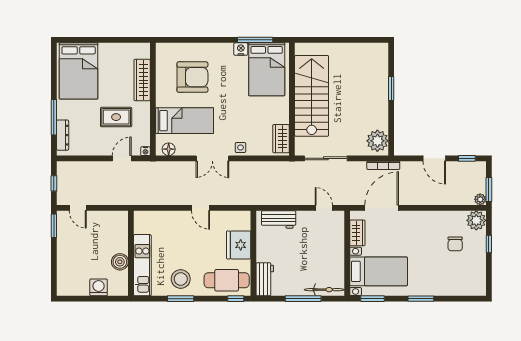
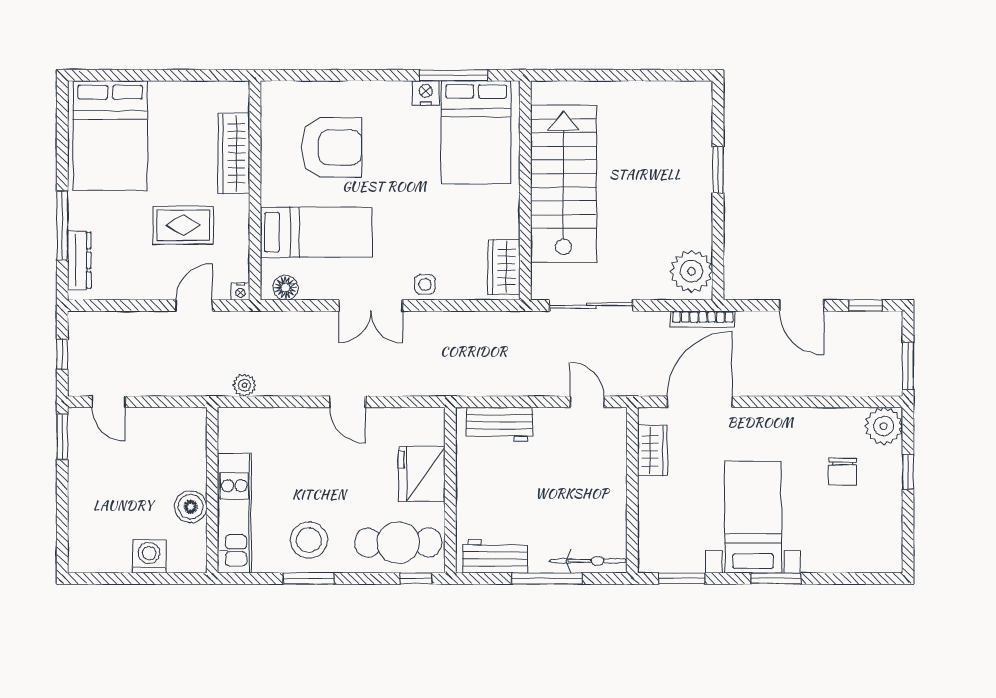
plant: (480, 199) -> (245, 385), moved
bed with nightstands: (379, 271) -> (753, 517), moved, turned -90
workbench: (265, 279) -> (495, 556), moved, turned -90

